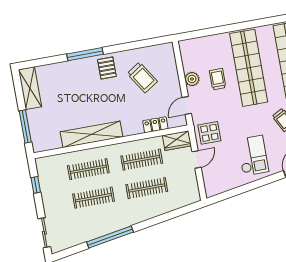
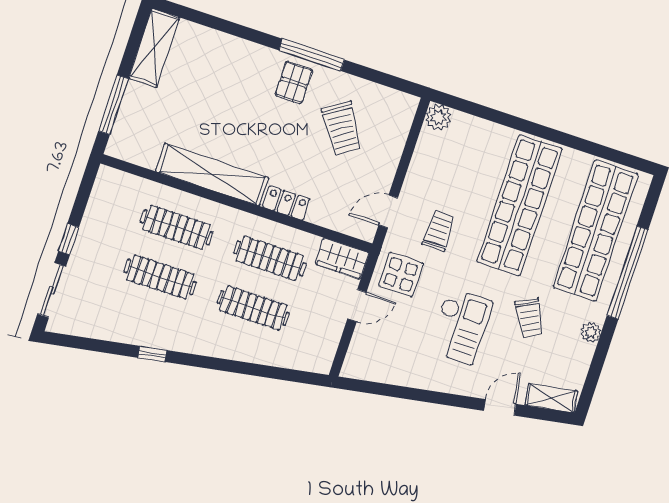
window: (85, 54) -> (312, 55), moved
plant: (192, 79) -> (438, 117), moved
trolley: (218, 79) -> (439, 231), moved
locker: (155, 125) -> (286, 203), moved
checkout: (253, 156) -> (460, 326), moved
window: (36, 185) -> (69, 239), moved
window: (110, 237) -> (152, 354), width x0.32

